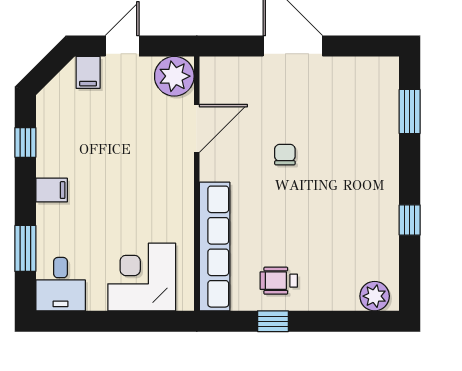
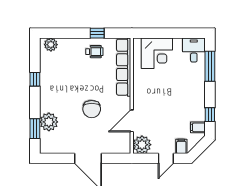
plant: (379, 126) -> (49, 122), added
chair: (285, 155) -> (92, 109), width x1.87, depth x1.87
filing cabinet: (52, 190) -> (198, 127), moved
window: (25, 248) -> (210, 66), width x1.44

